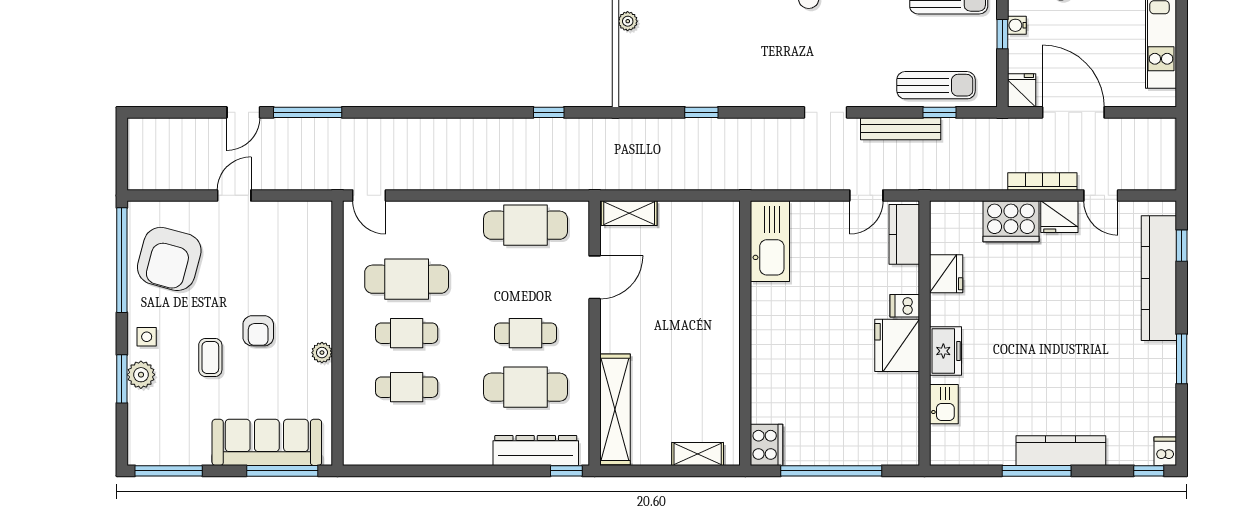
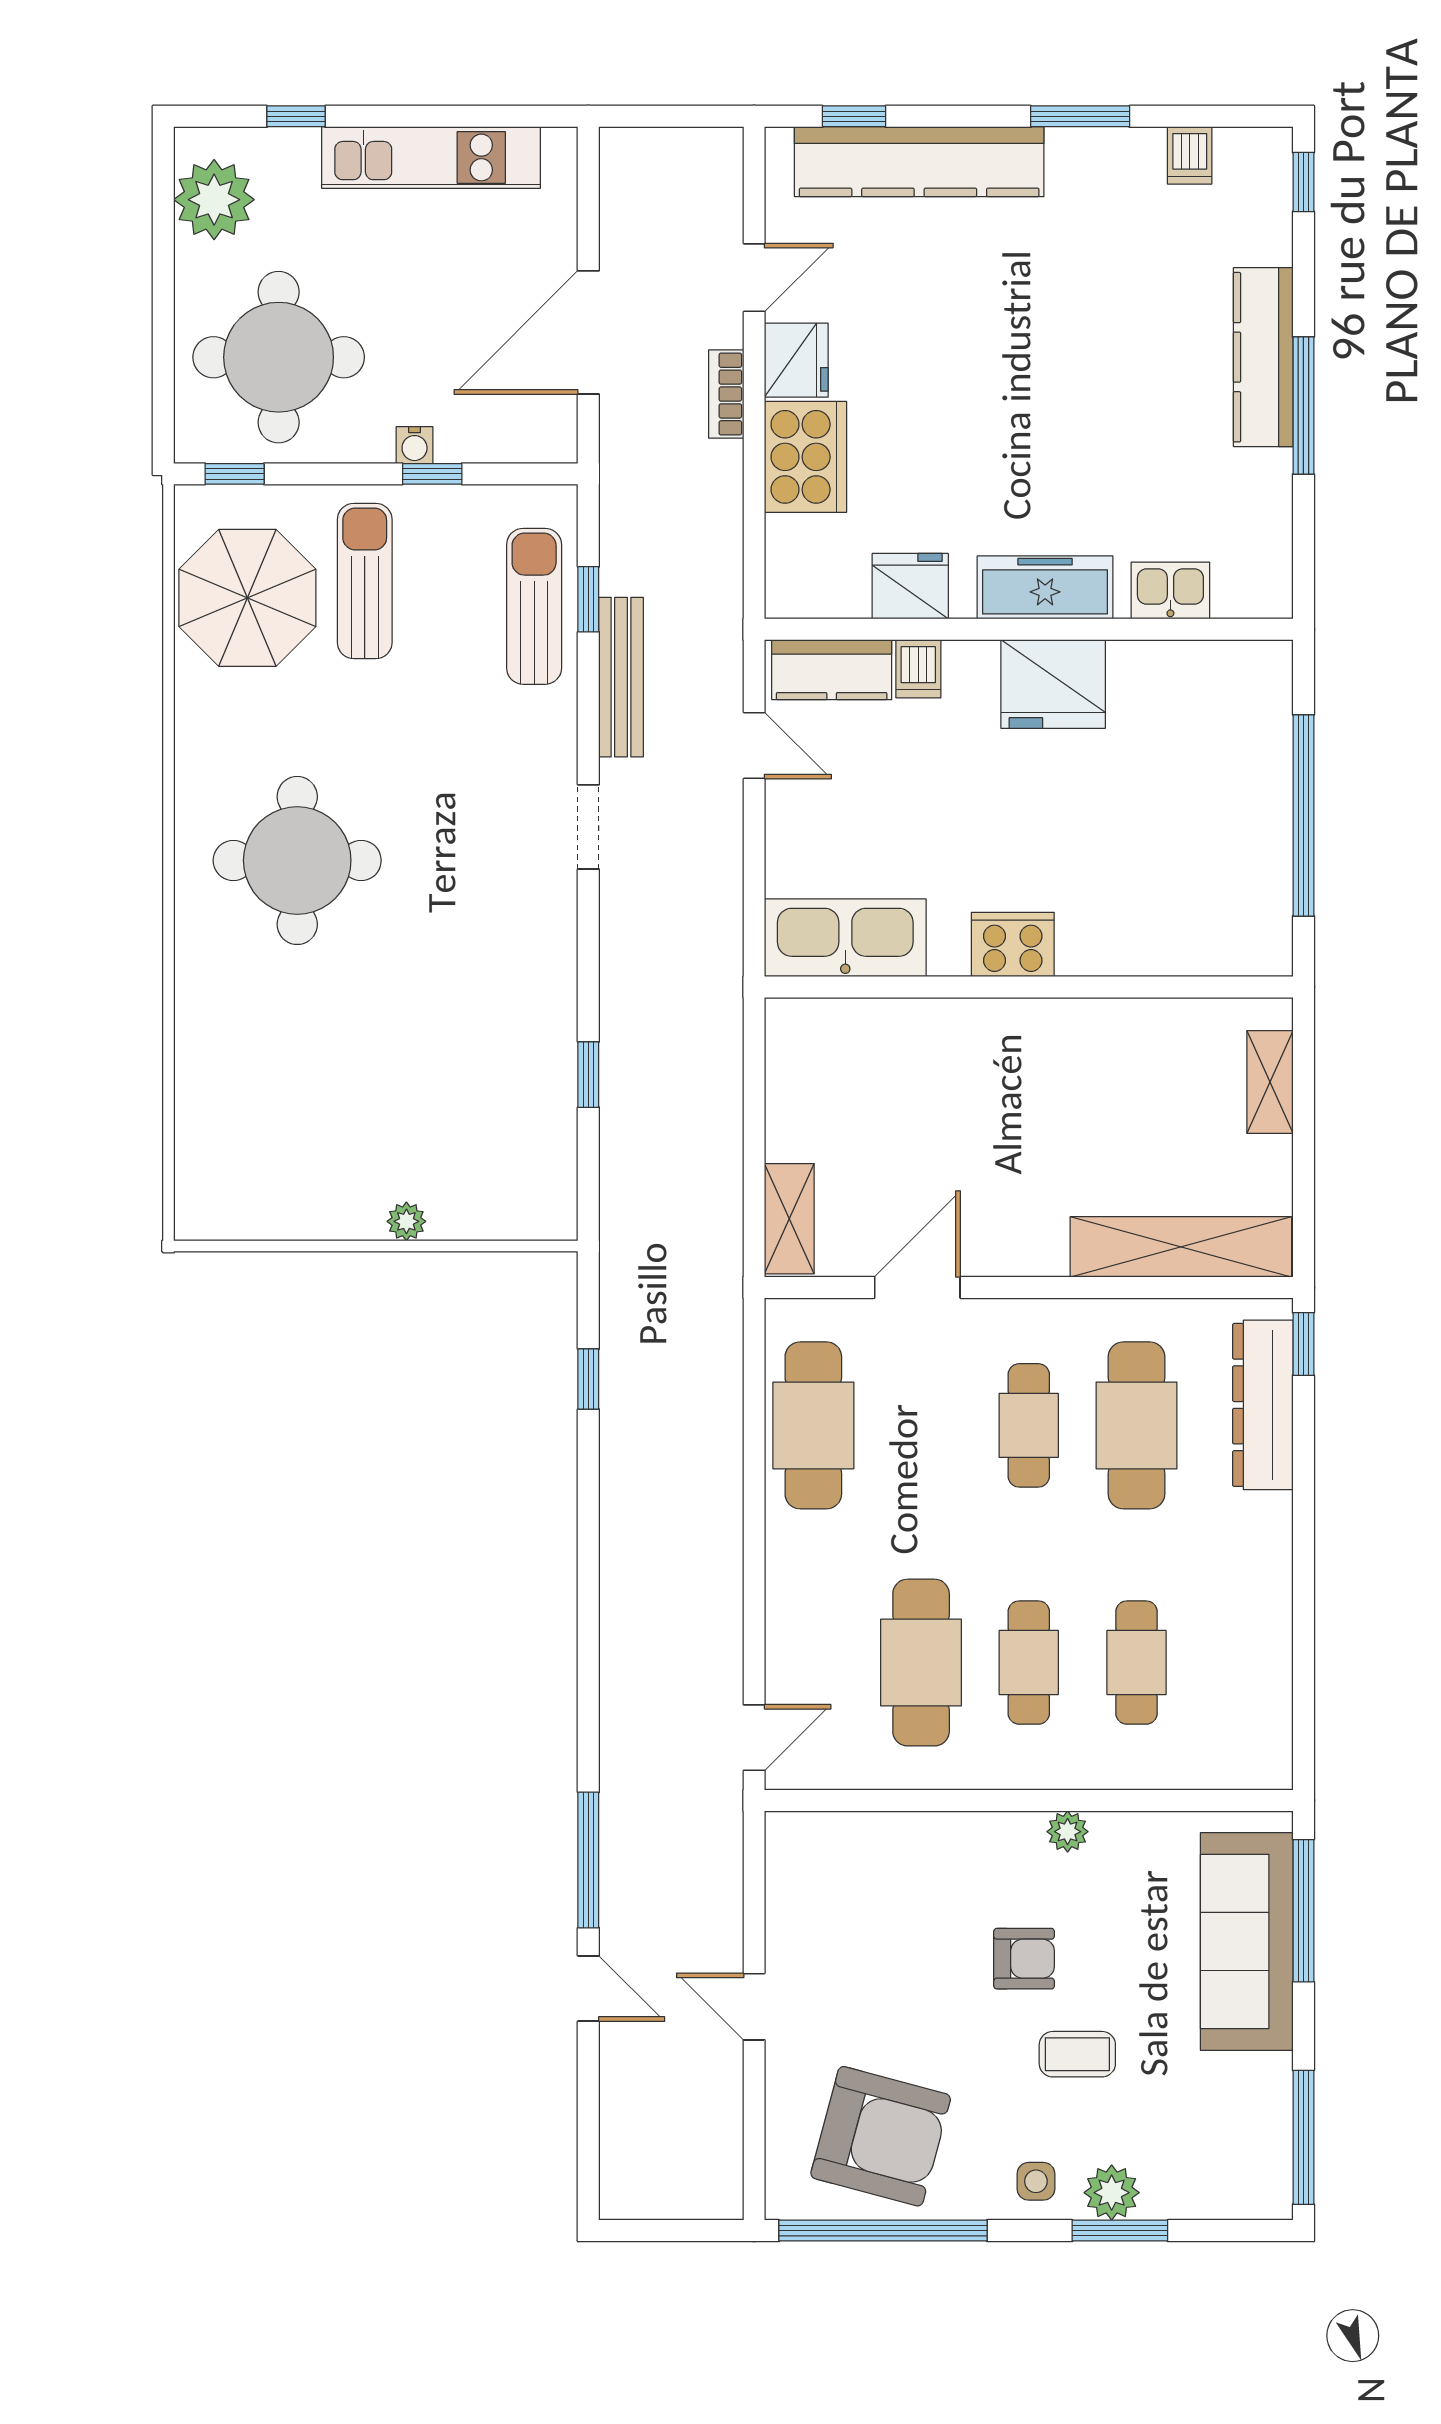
fridge: (1022, 90) -> (545, 436), removed
bookcase: (1042, 181) -> (726, 394), width x0.64
door: (595, 277) -> (917, 1287), hinge flipped
dishwasher: (905, 306) -> (918, 669), moved
freezer: (945, 351) -> (1045, 587), width x1.40
cooker: (767, 445) -> (1013, 944), moved
dishwasher: (1165, 451) -> (1190, 155), moved, turned -90

